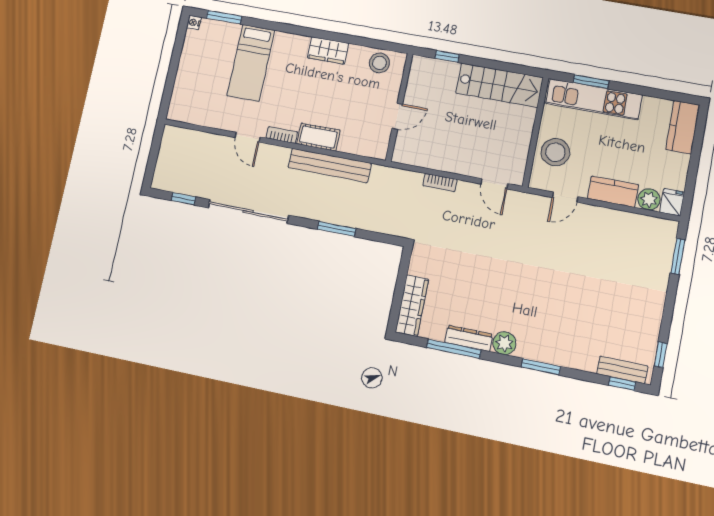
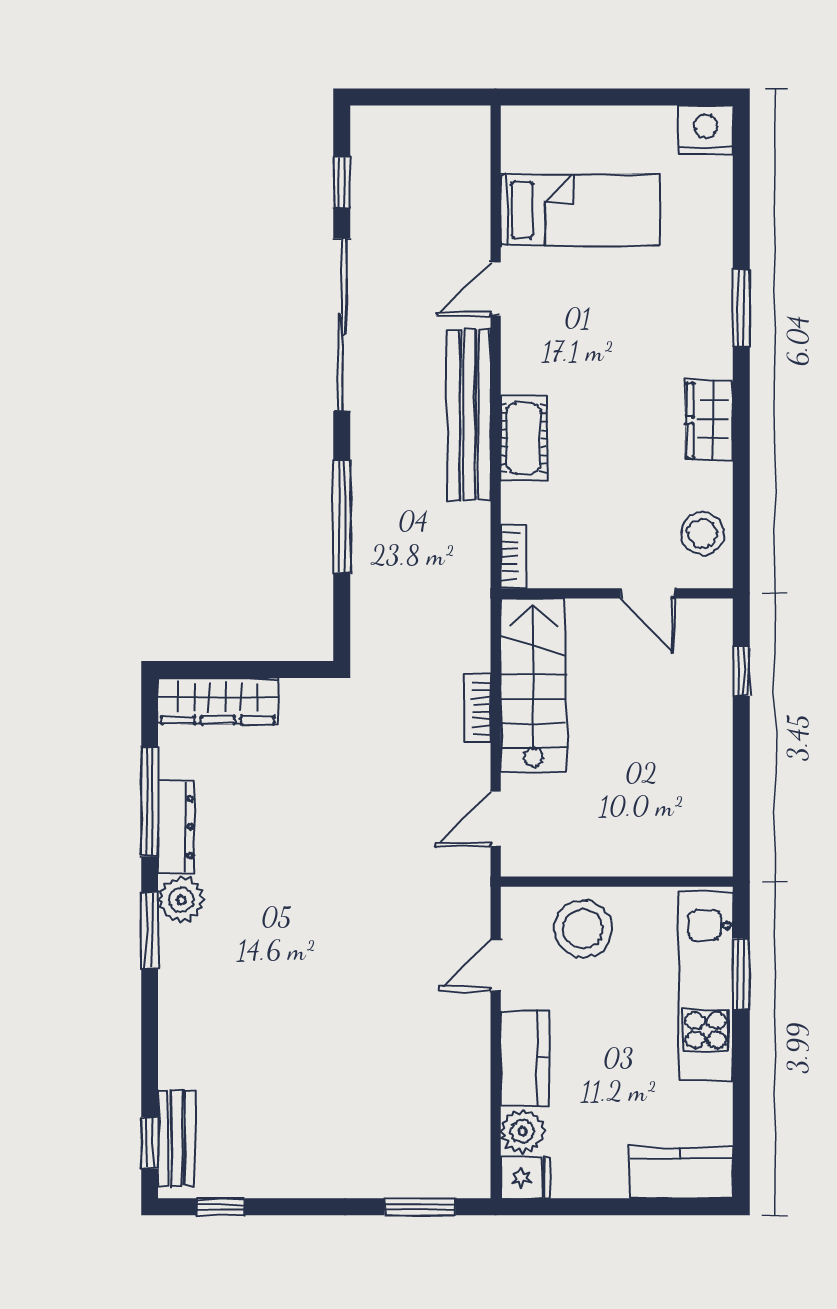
window: (224, 17) -> (741, 308), moved
nightstand: (194, 22) -> (706, 130), width x1.89, depth x1.79
bed: (251, 63) -> (580, 210), moved, turned 180
stairs: (499, 85) -> (533, 685), moved, turned 180
door: (397, 116) -> (648, 593), moved
bookcase: (282, 135) -> (513, 556), moved
bench: (330, 165) -> (469, 415), moved
door: (565, 197) -> (496, 965), hinge flipped
window: (337, 229) -> (342, 516), width x1.44
window: (541, 367) -> (150, 930), moved

